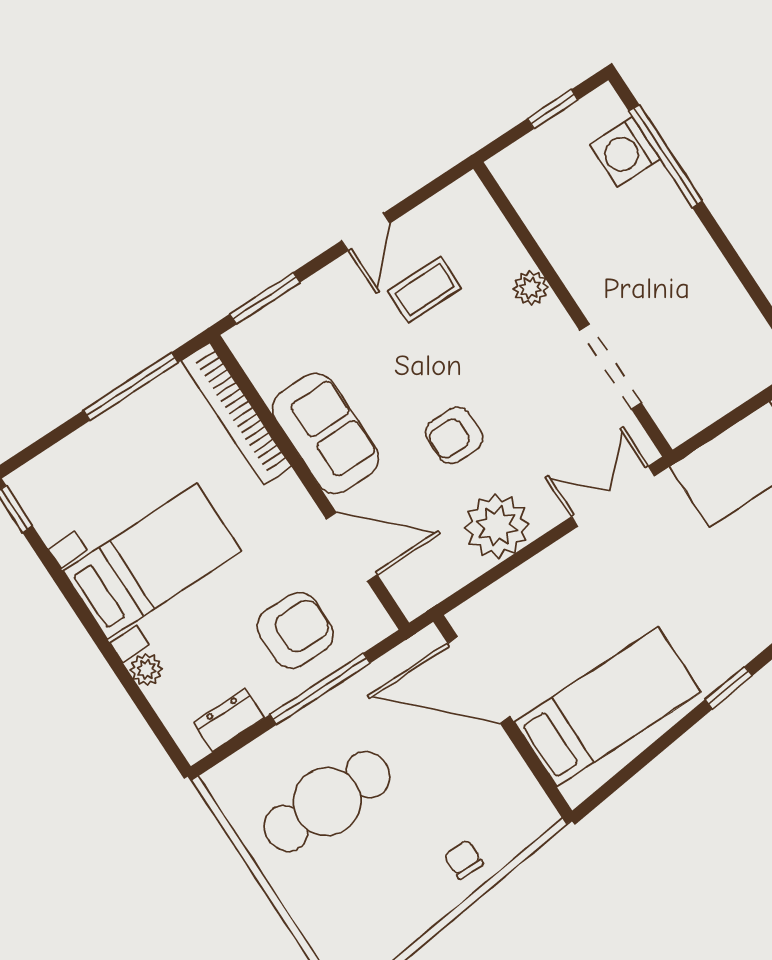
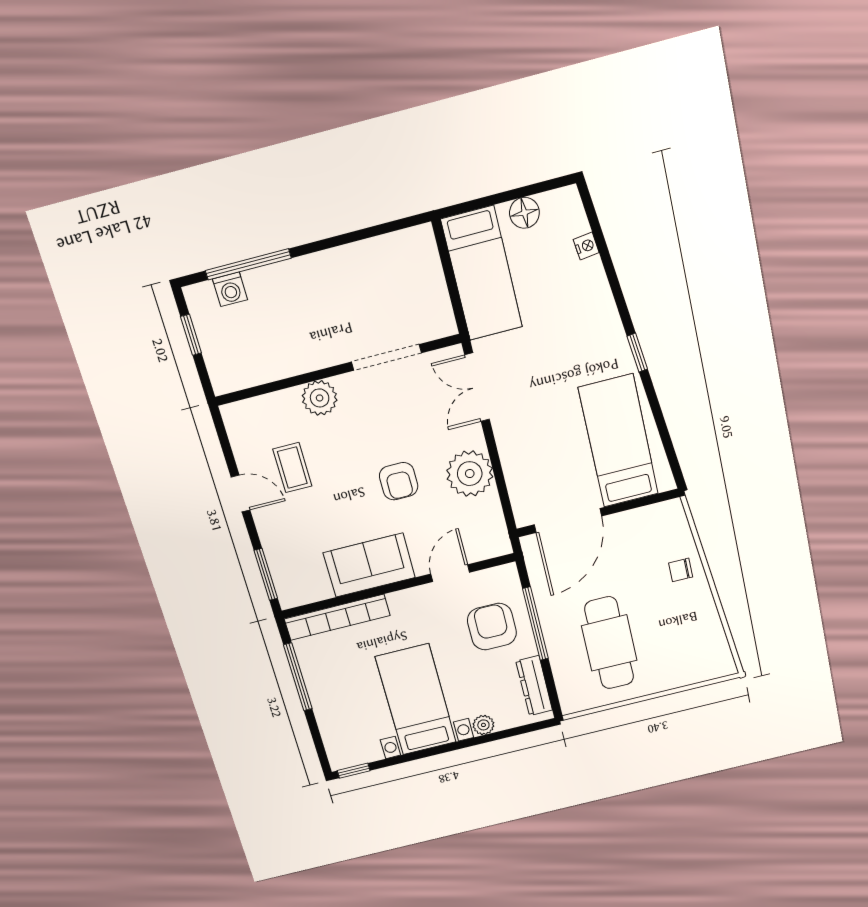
washing machine: (625, 152) -> (230, 289), width x0.73, depth x0.73
plant: (531, 288) -> (320, 398), width x1.38, depth x1.38
door: (352, 547) -> (450, 573), width x0.73
dresser: (229, 720) -> (534, 686), width x1.44

